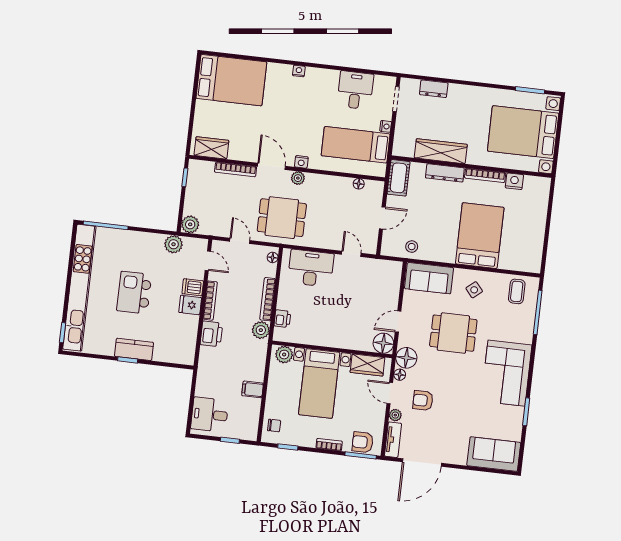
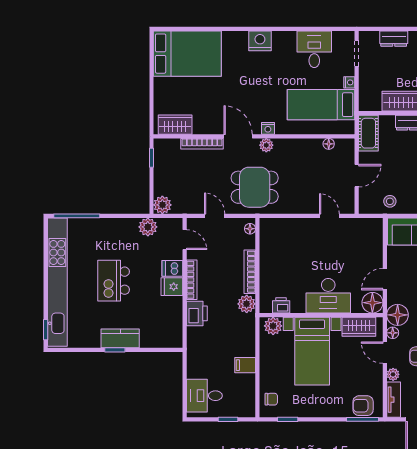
nightstand: (299, 71) -> (260, 41), width x1.89, depth x1.79
desk: (311, 268) -> (328, 296), moved, turned 180
printer: (282, 319) -> (281, 305), moved, turned -90
bookcase: (329, 445) -> (329, 412), removed

